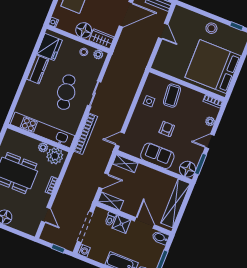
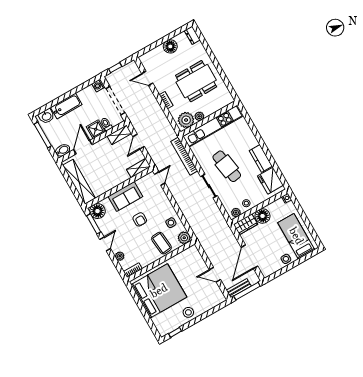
plant: (153, 80) -> (184, 238), added
door: (145, 223) -> (83, 147), swing flipped

